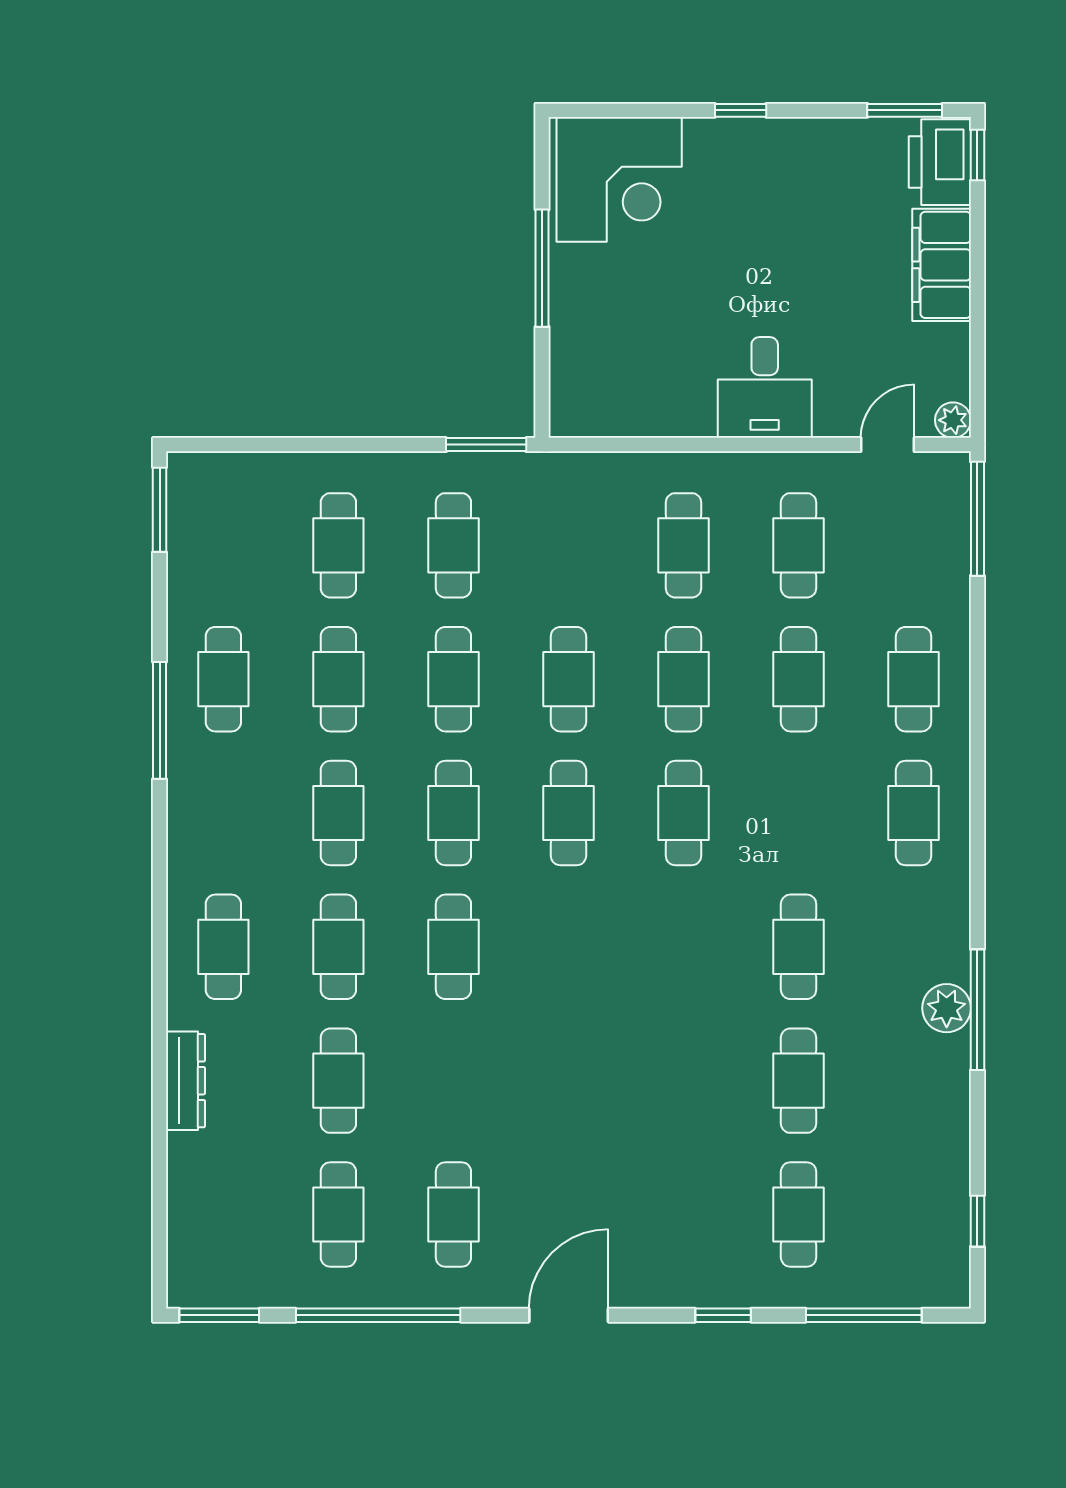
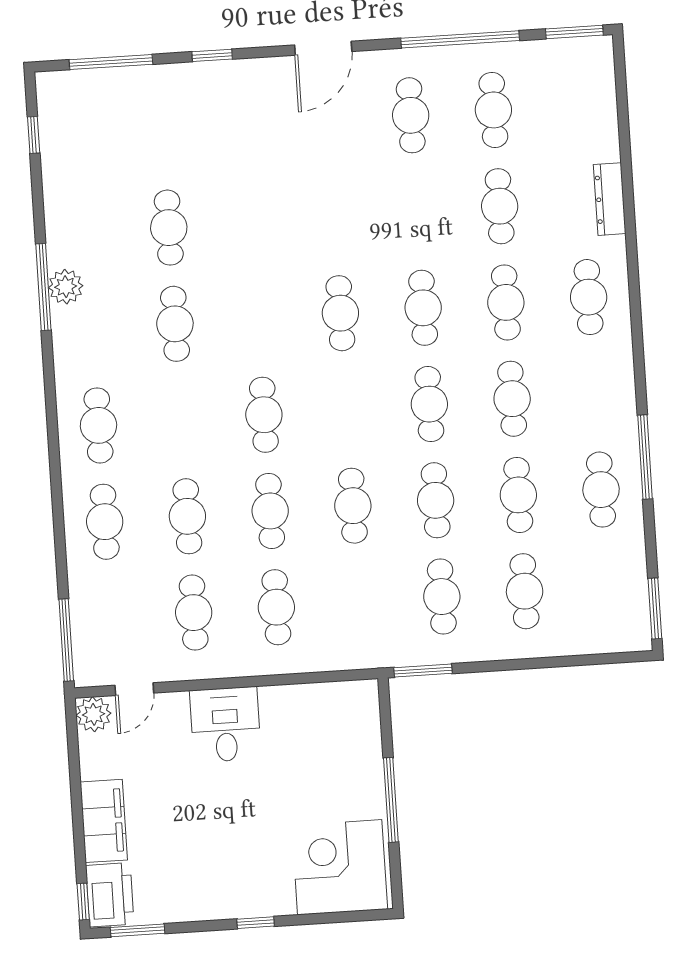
plant: (953, 420) -> (94, 714), width x1.38, depth x1.38
cafe table: (568, 813) -> (340, 313), moved
cafe table: (799, 1214) -> (163, 131), removed

